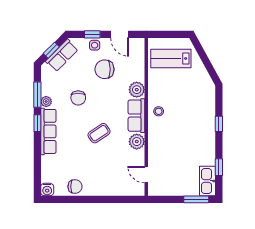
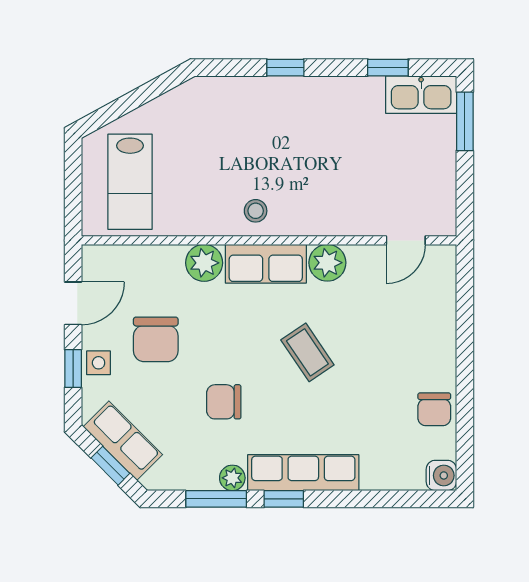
chair: (78, 98) -> (224, 402), turned 180
chair: (75, 187) -> (434, 409), turned 180

